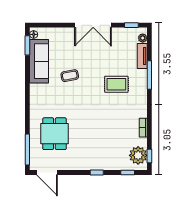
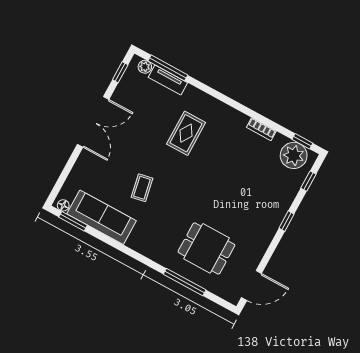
window: (149, 75) -> (168, 68), moved
window: (27, 150) -> (185, 282), moved

